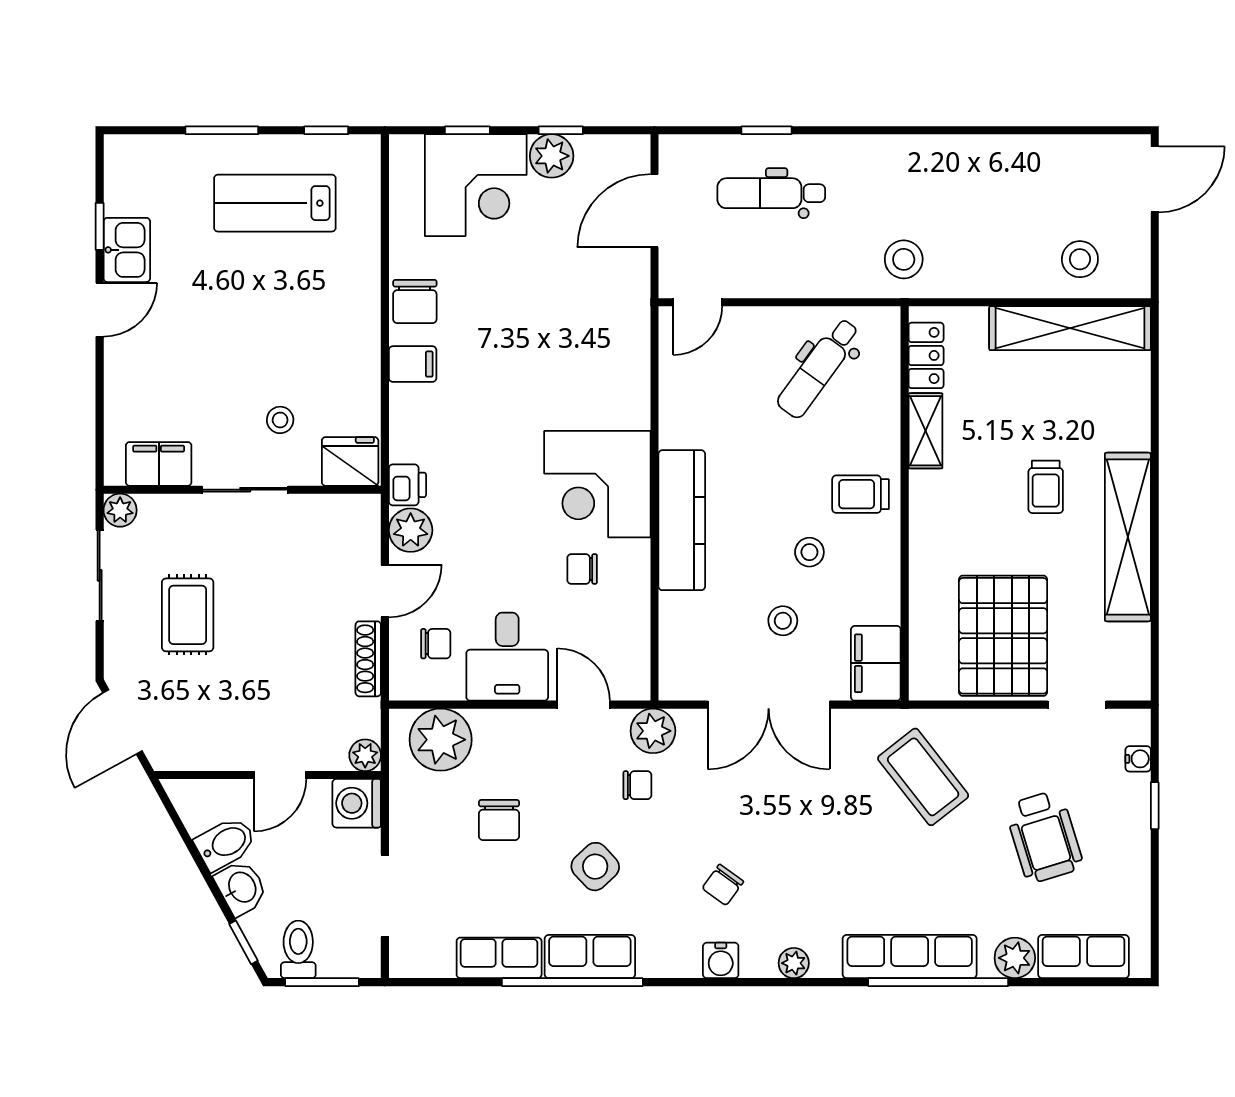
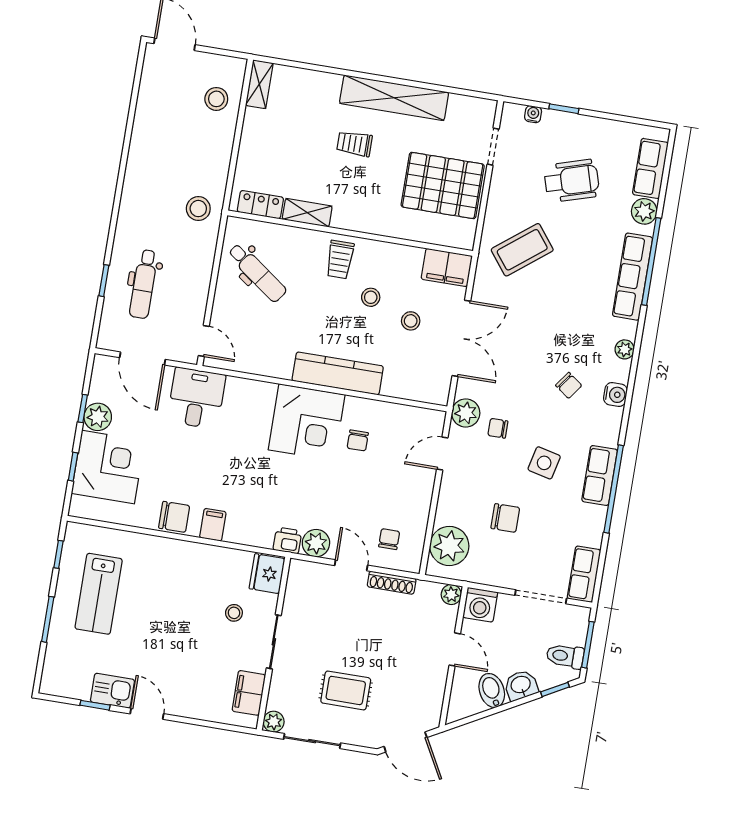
shelving: (1070, 328) -> (259, 84), width x0.45, depth x0.75
trolley: (1046, 487) -> (354, 144), turned 180
desk: (507, 657) -> (196, 398), moved, turned -90
chair: (637, 785) -> (498, 428), turned -90
side table: (595, 867) -> (544, 463), turned -34
row of seats: (499, 958) -> (584, 574), moved

